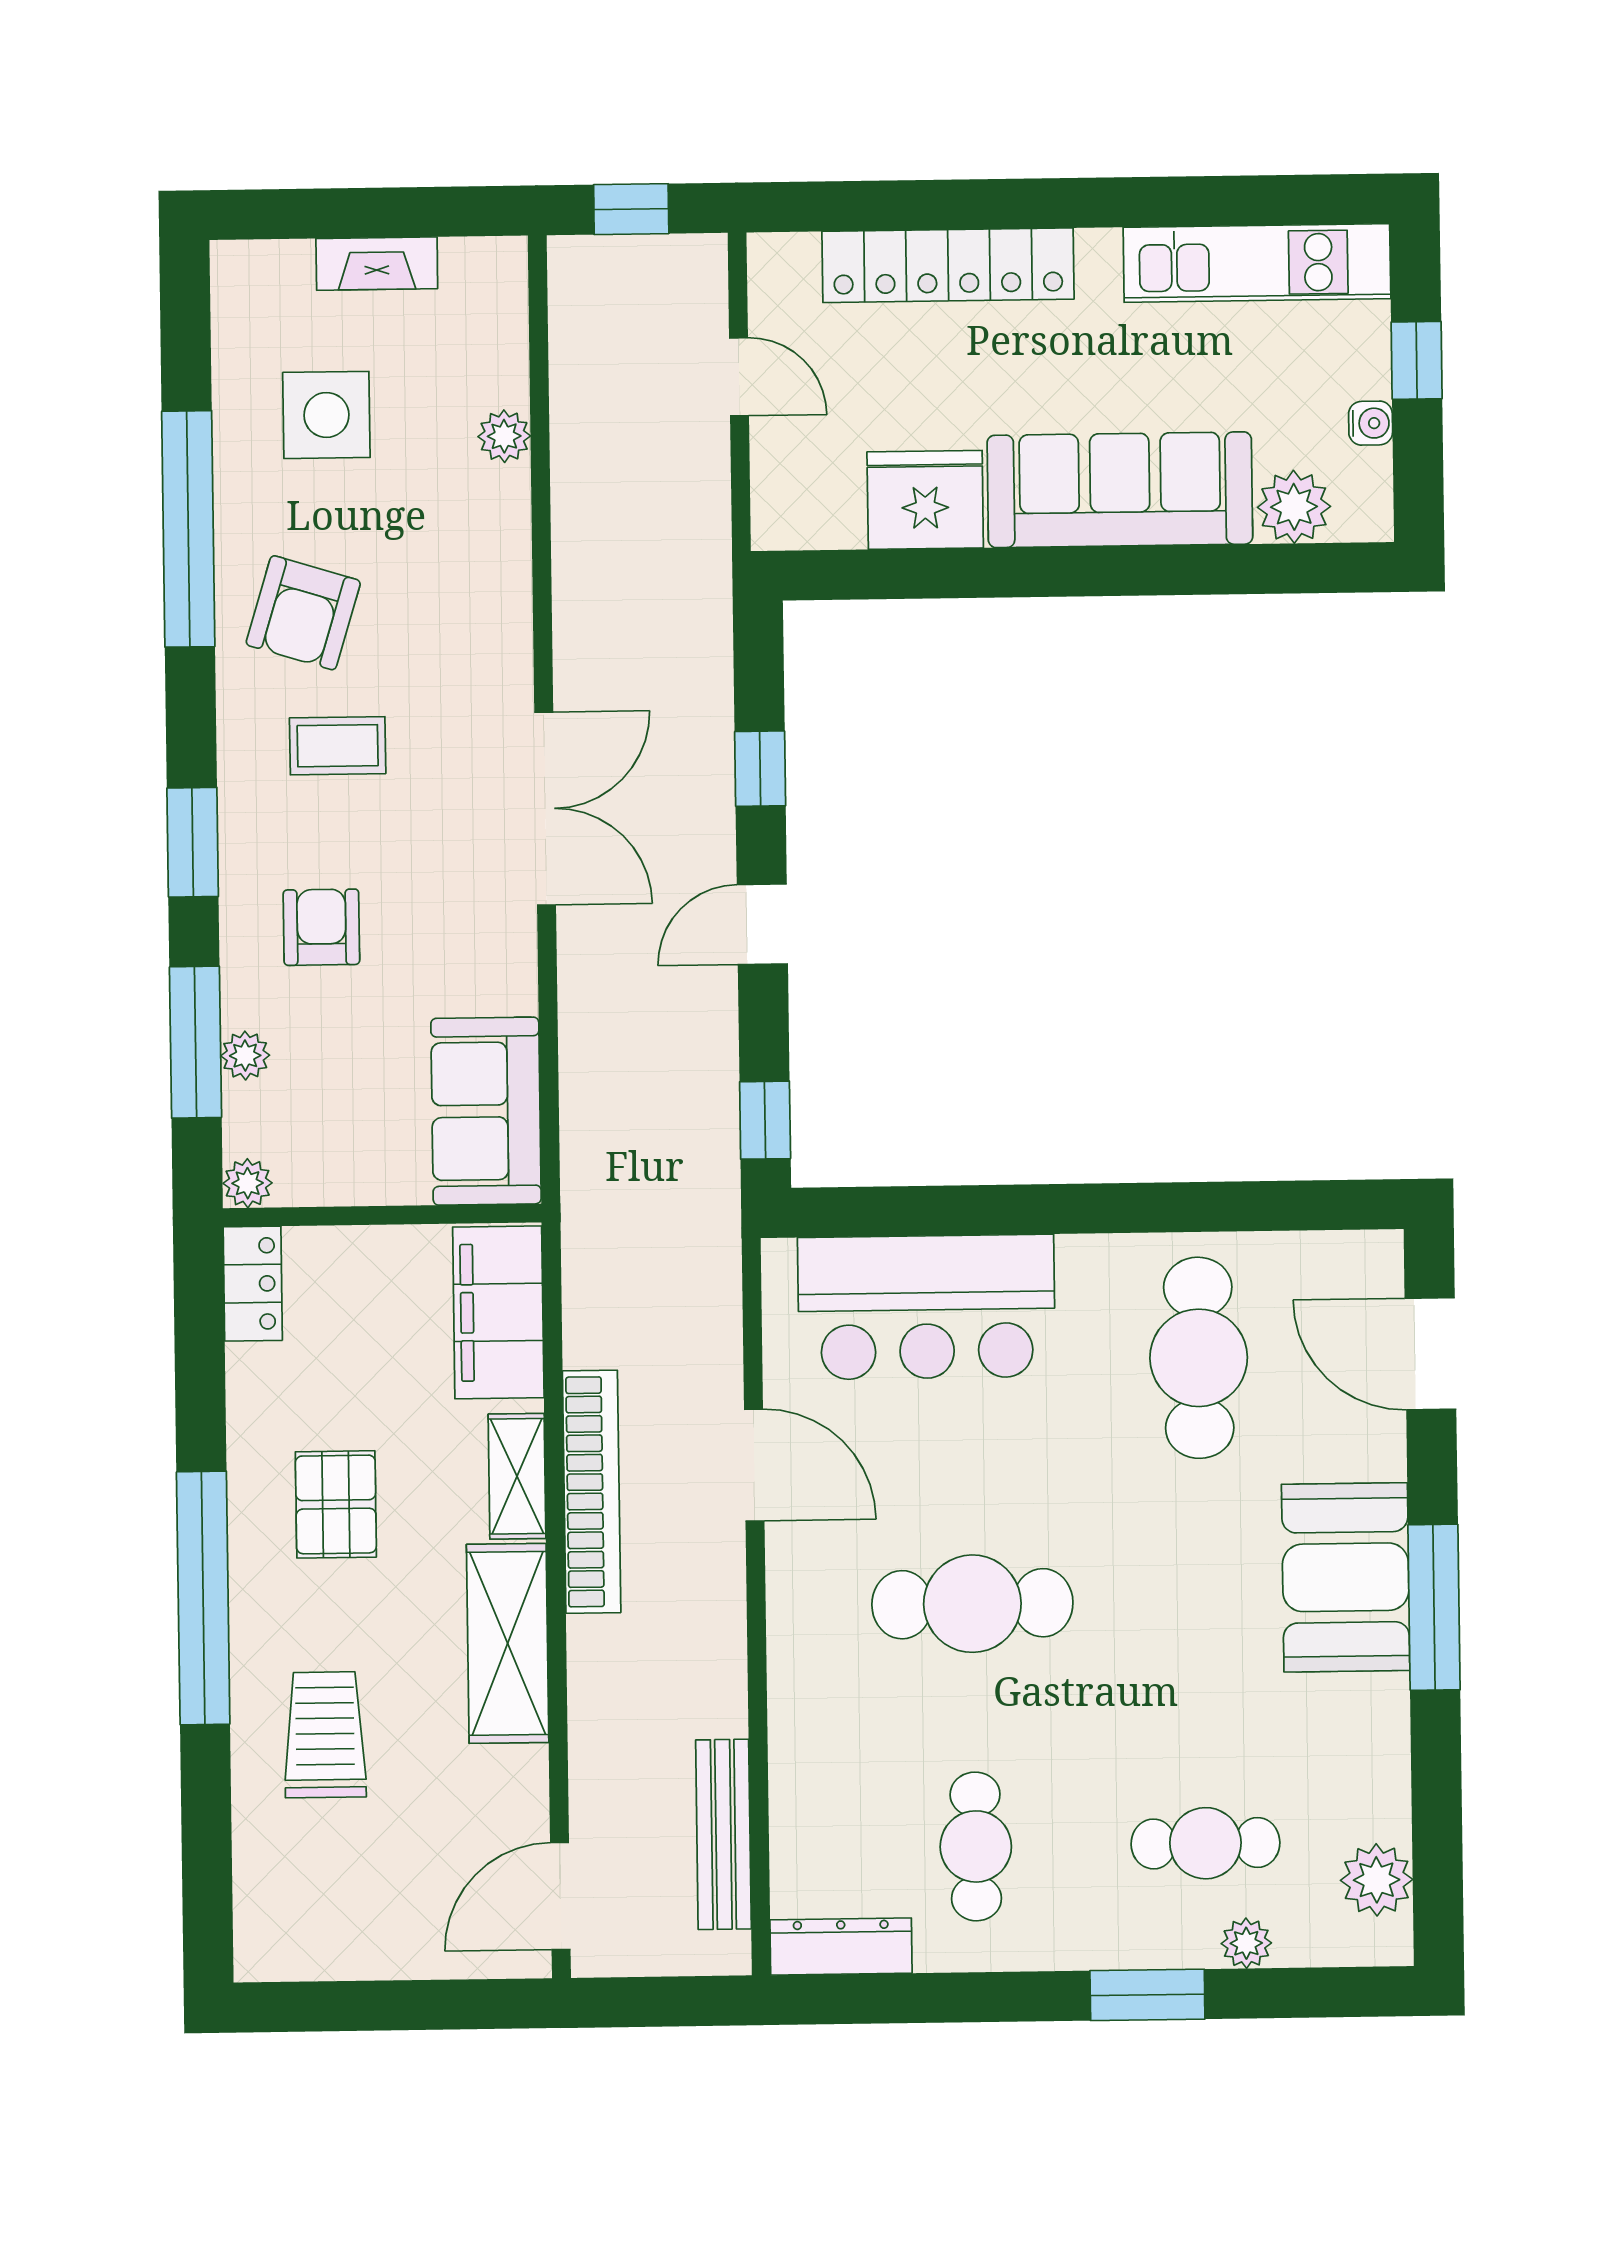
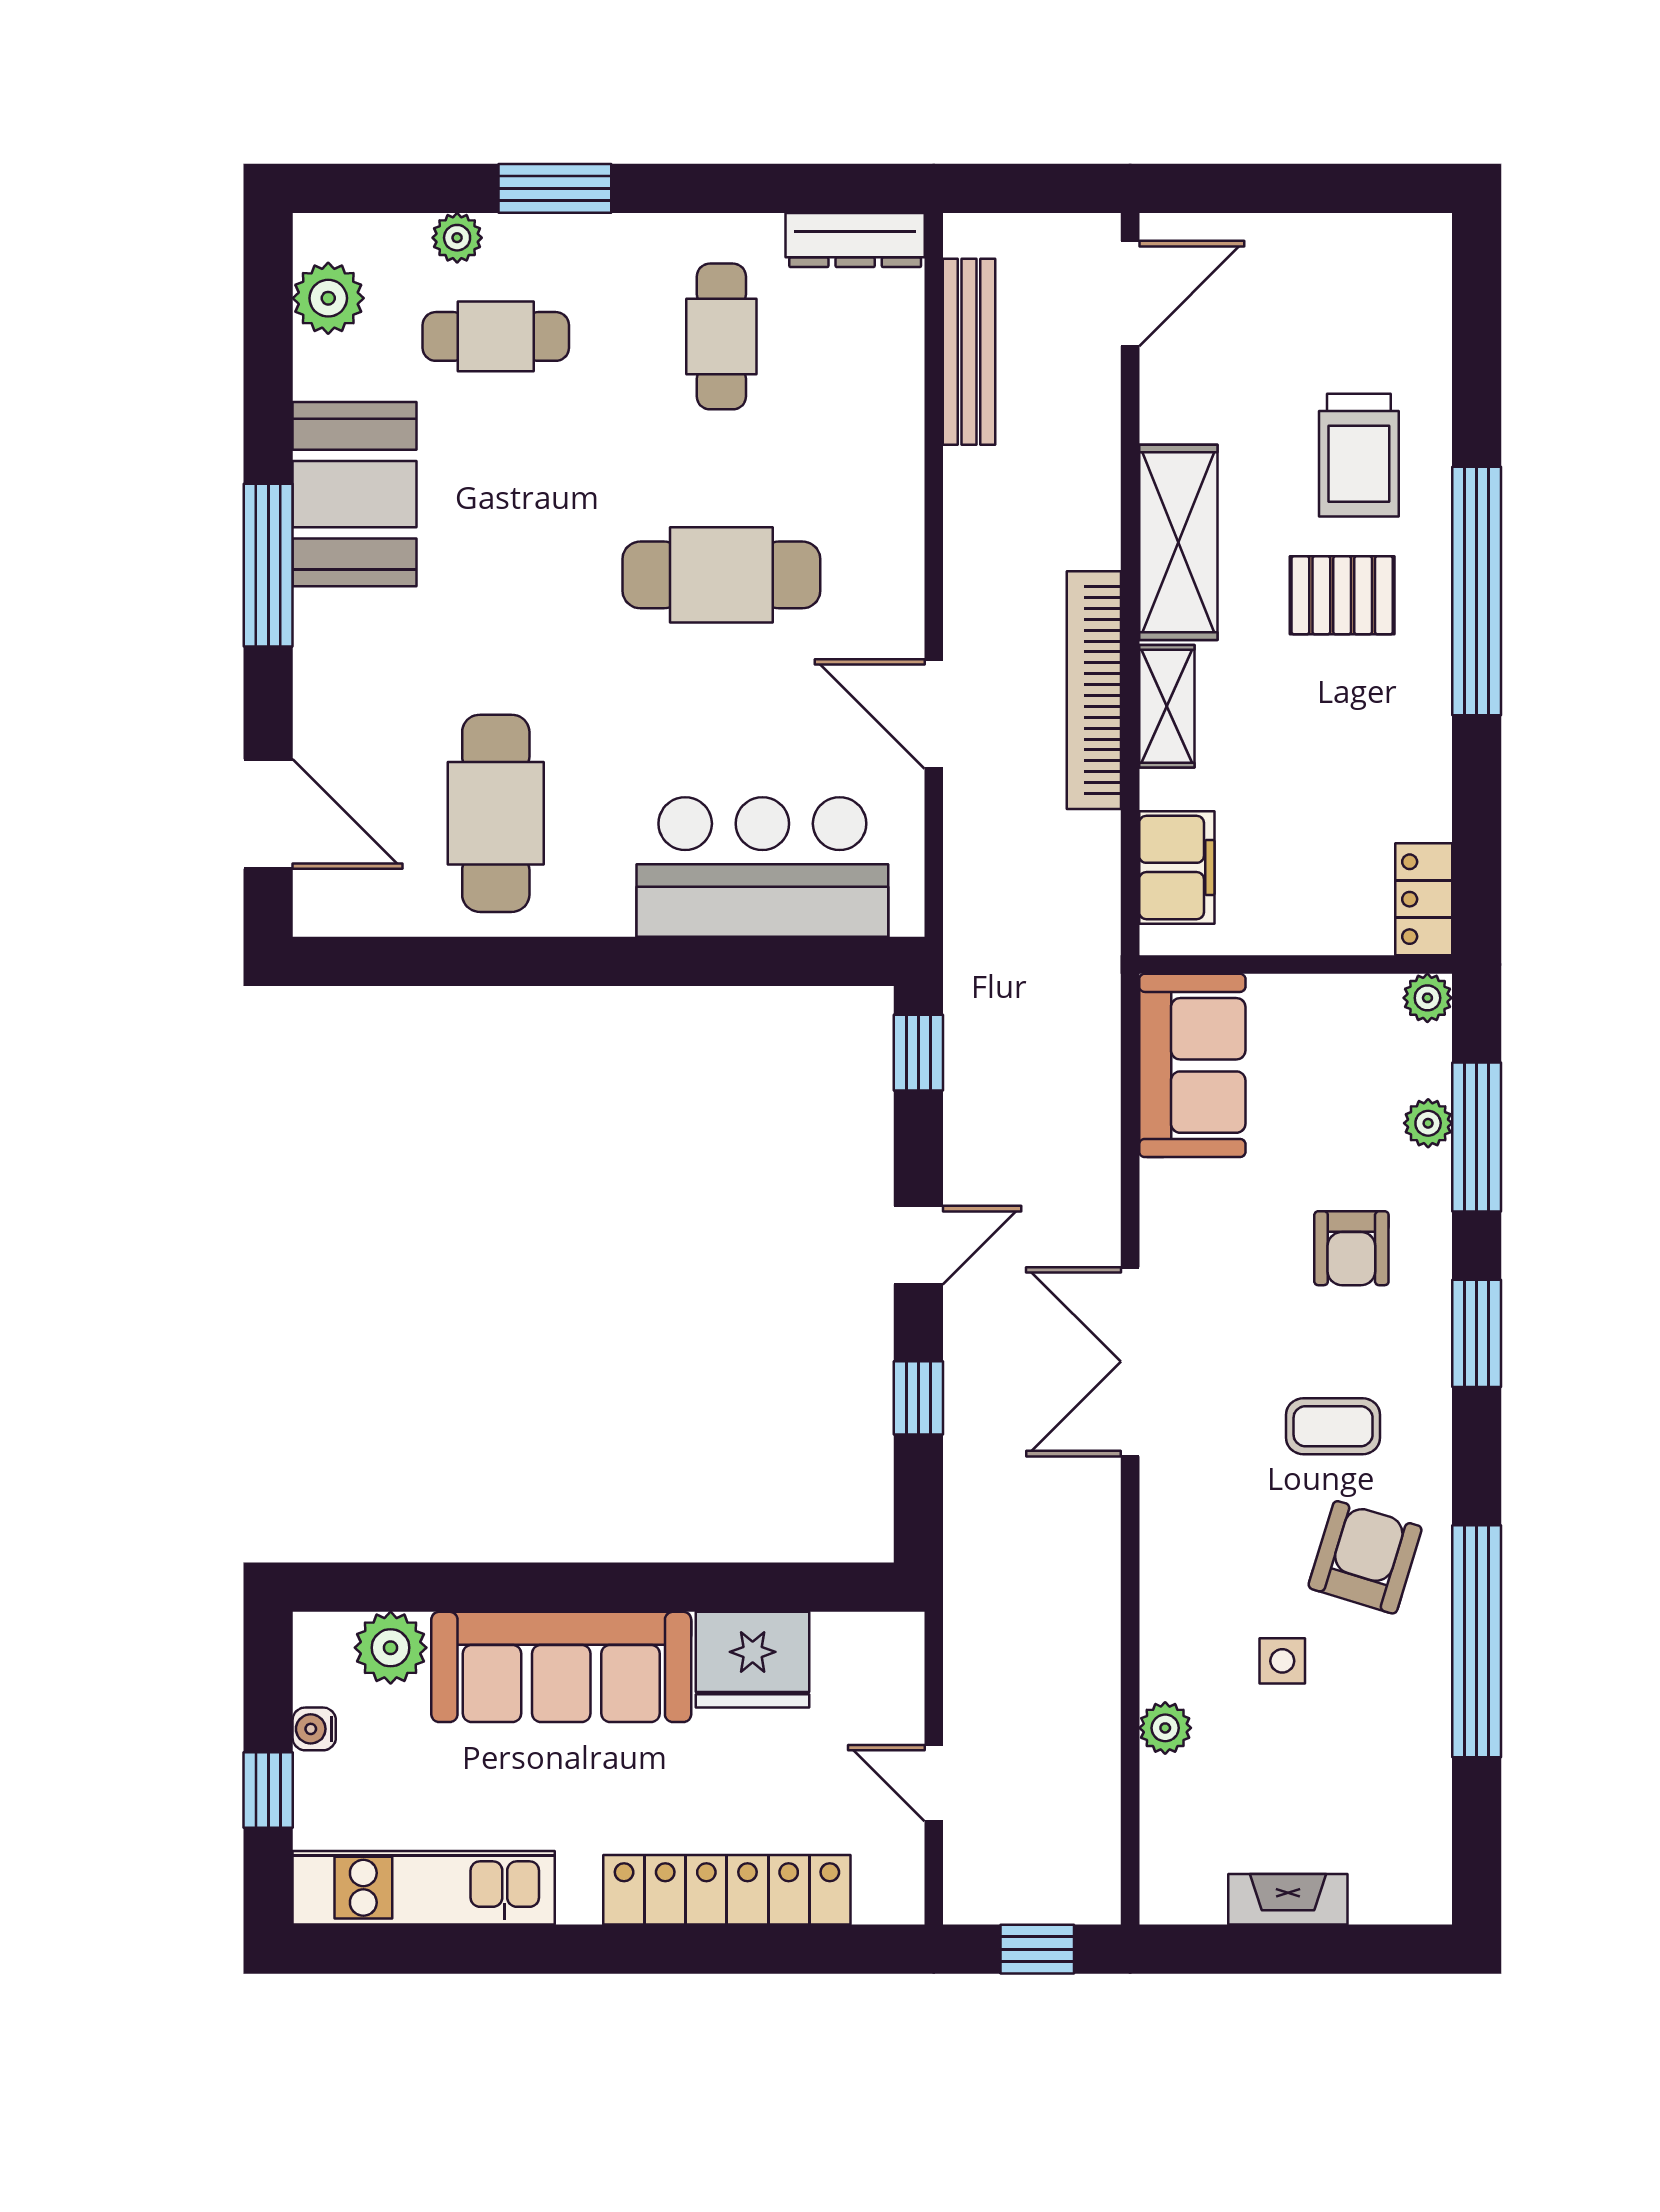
side table: (326, 415) -> (1282, 1661), moved, width x0.54, depth x0.54
filing cabinet: (498, 1312) -> (1177, 867), width x0.67, depth x0.86
pallet: (336, 1504) -> (1342, 595), moved, turned 90
booth: (1346, 1577) -> (354, 494), moved

